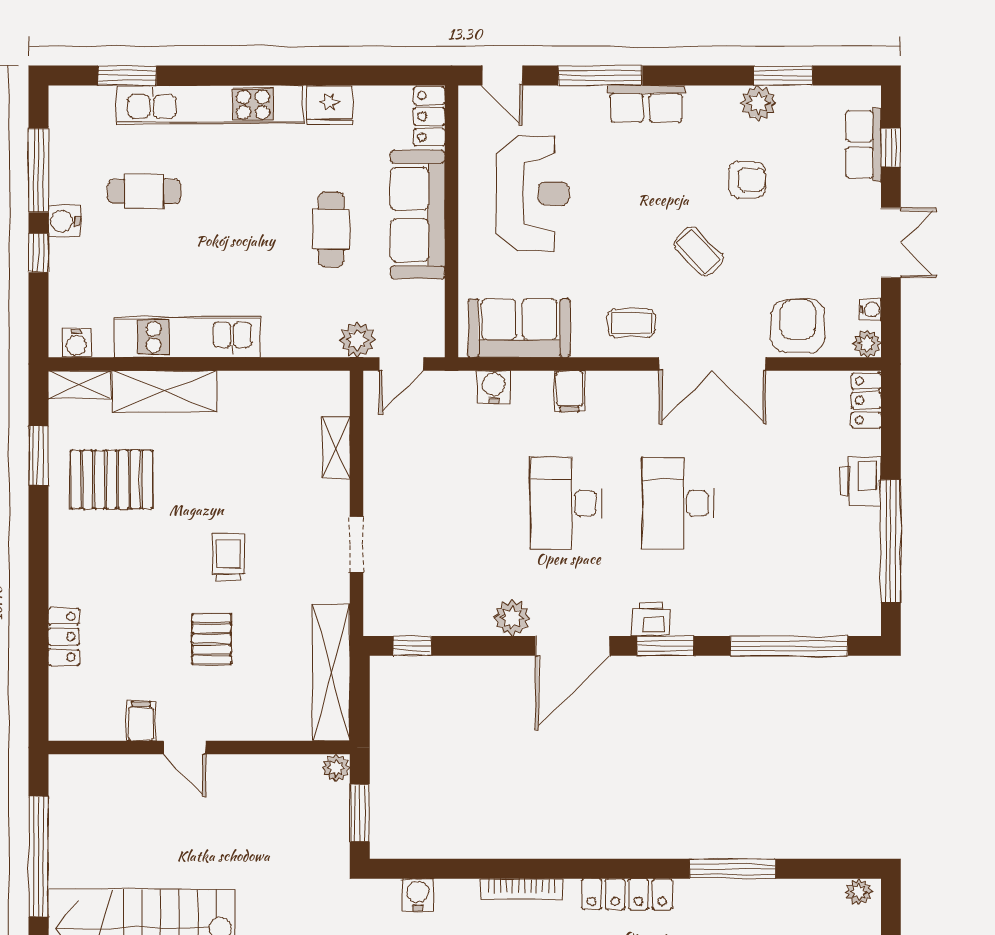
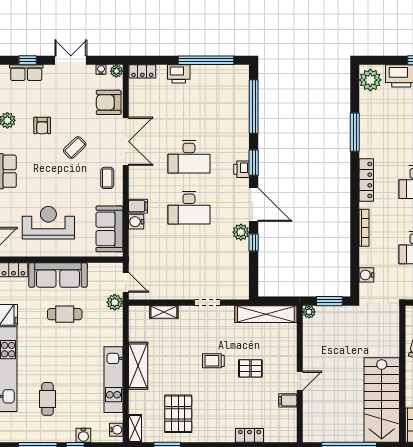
armchair: (747, 180) -> (42, 125), turned 180
water cooler: (64, 221) -> (83, 435), moved
water cooler: (494, 387) -> (136, 222), moved
shelving: (165, 391) -> (138, 366), moved
window: (412, 646) -> (254, 242), moved
plant: (859, 892) -> (370, 80), width x1.88, depth x1.88

